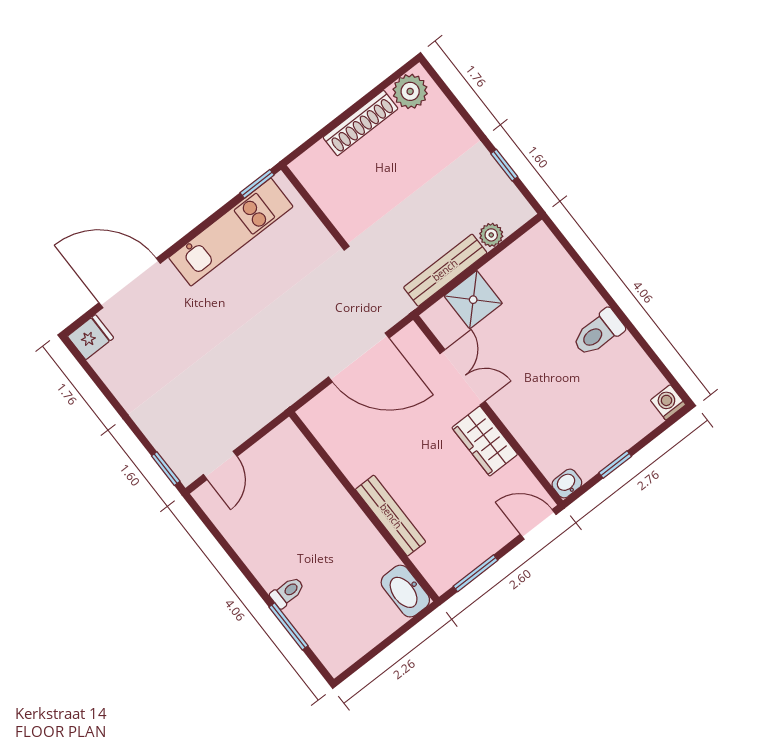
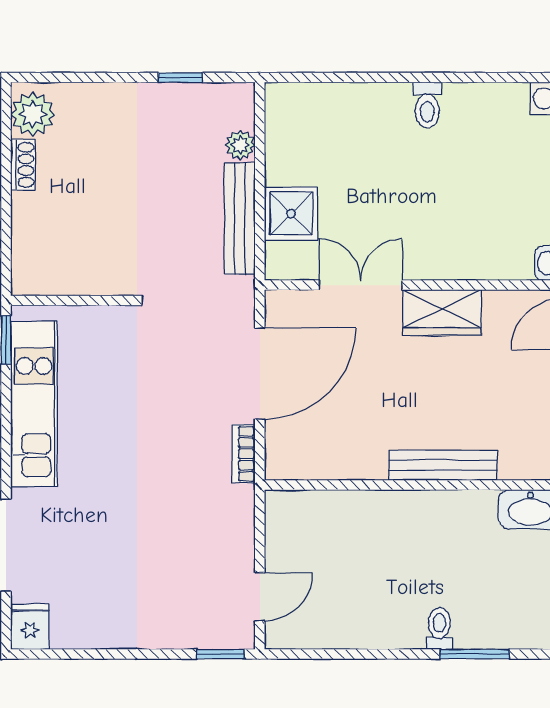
shoe rack: (361, 123) -> (23, 165), width x0.51, depth x0.81
toilet: (598, 333) -> (427, 105), width x0.73, depth x0.72
bookcase: (301, 386) -> (243, 454), added
door: (220, 465) -> (260, 597), hinge flipped

